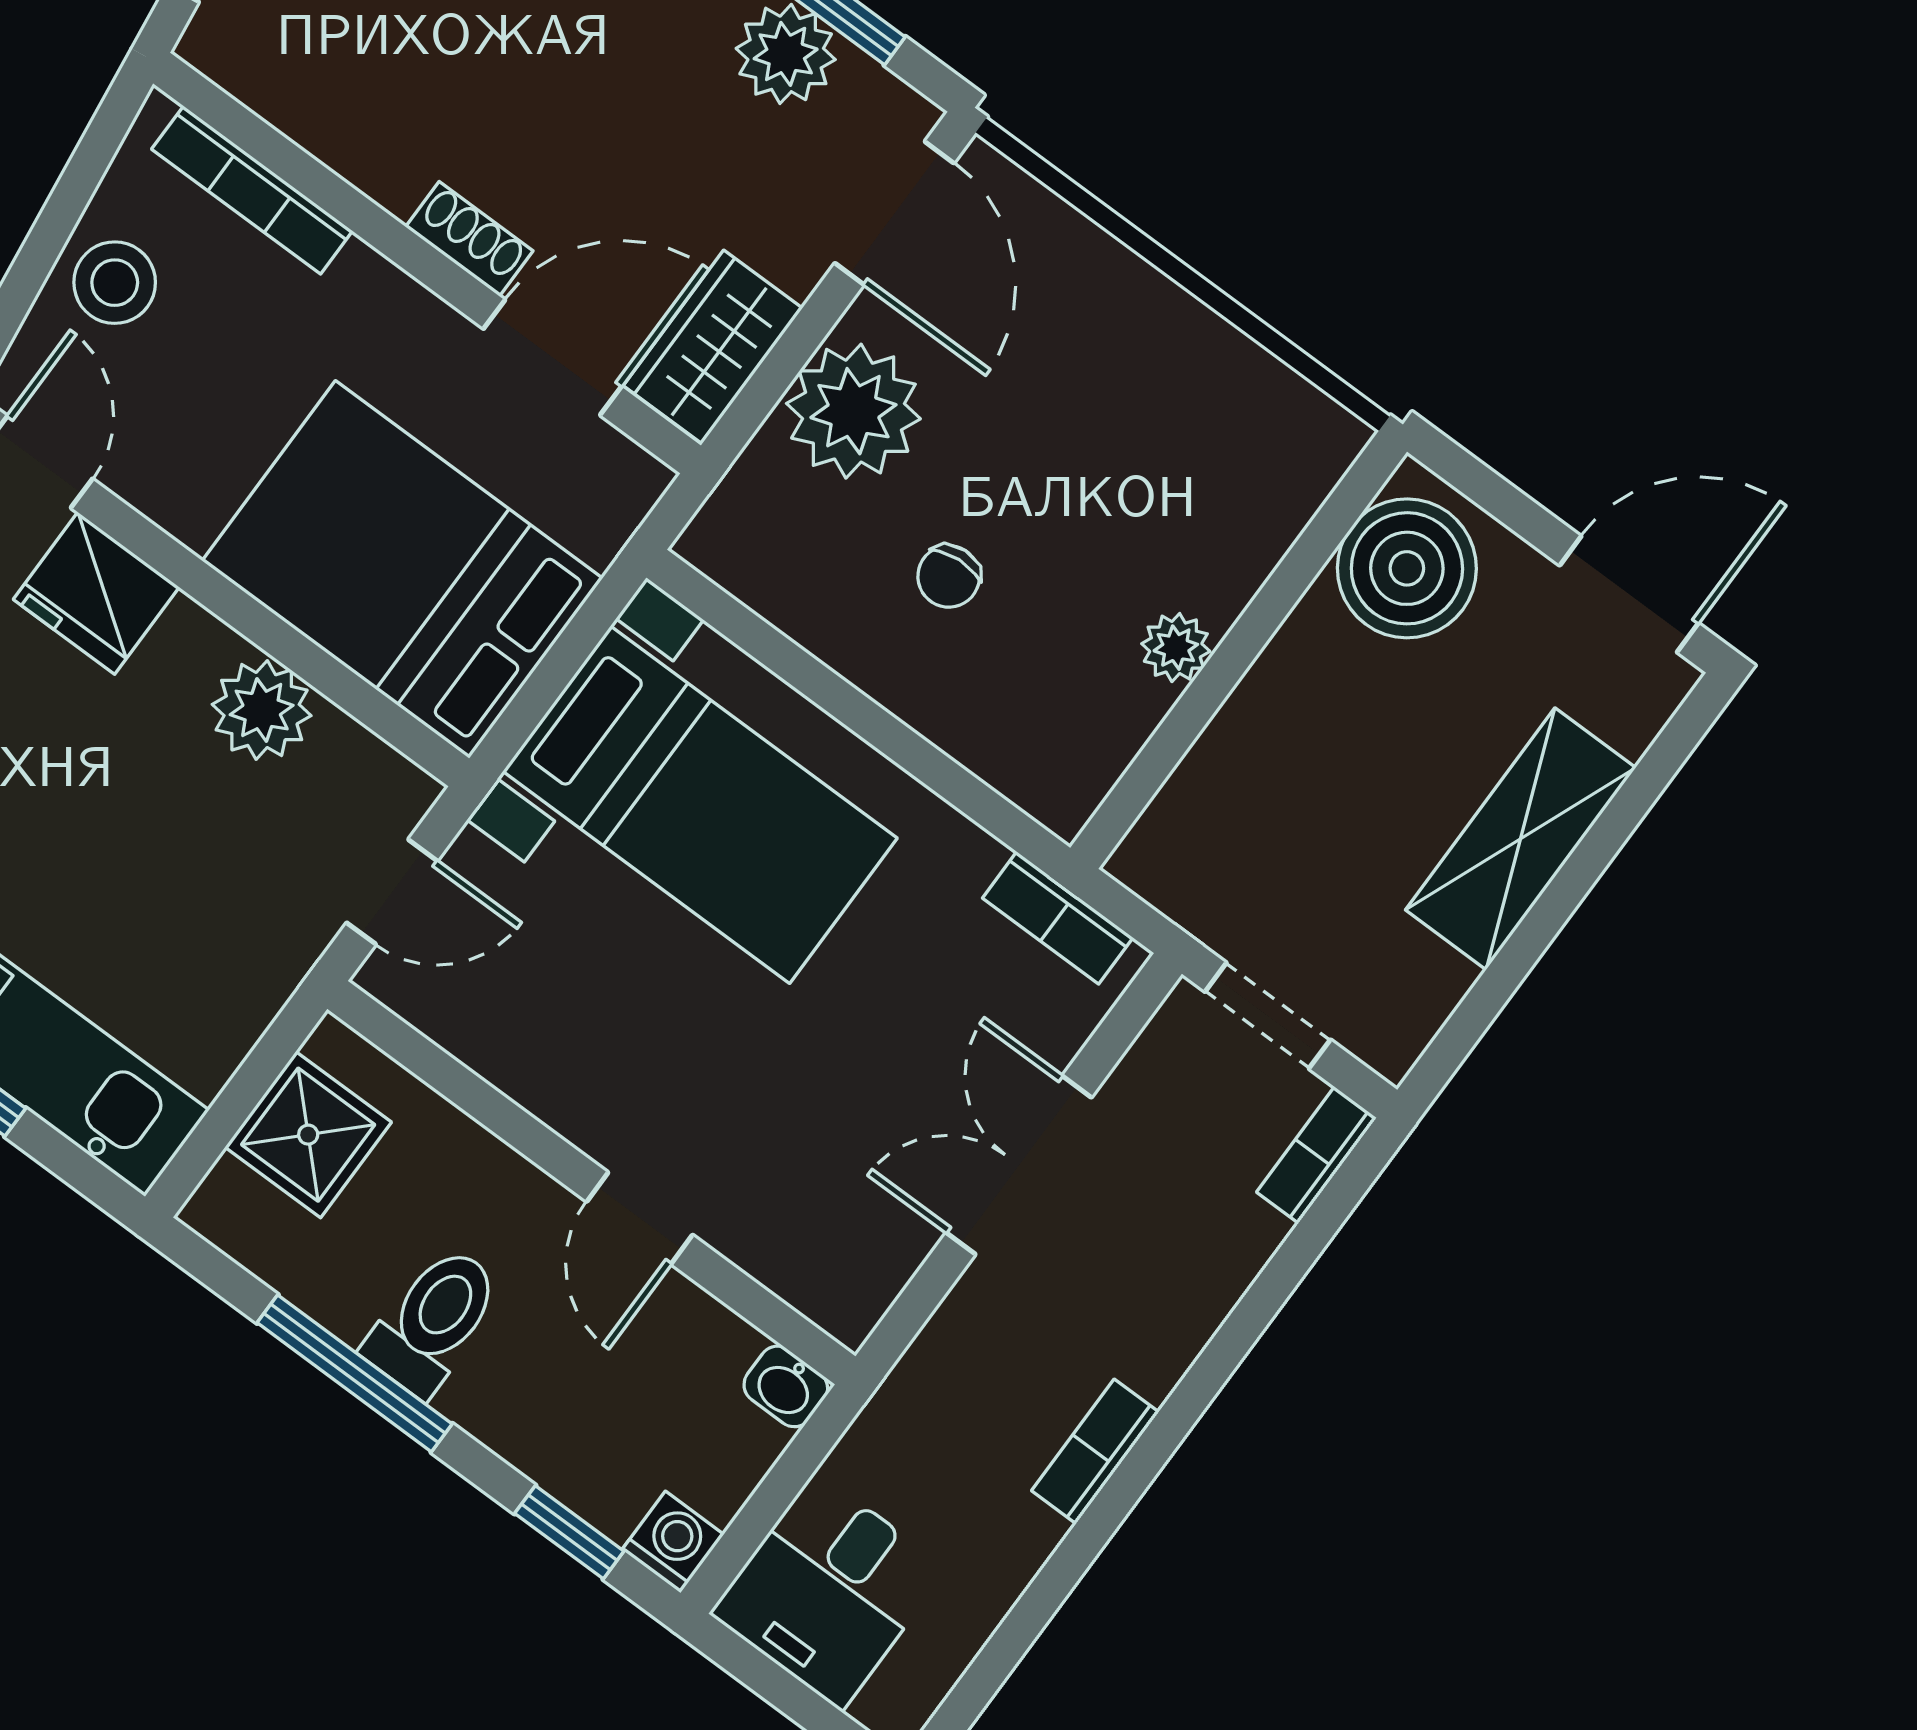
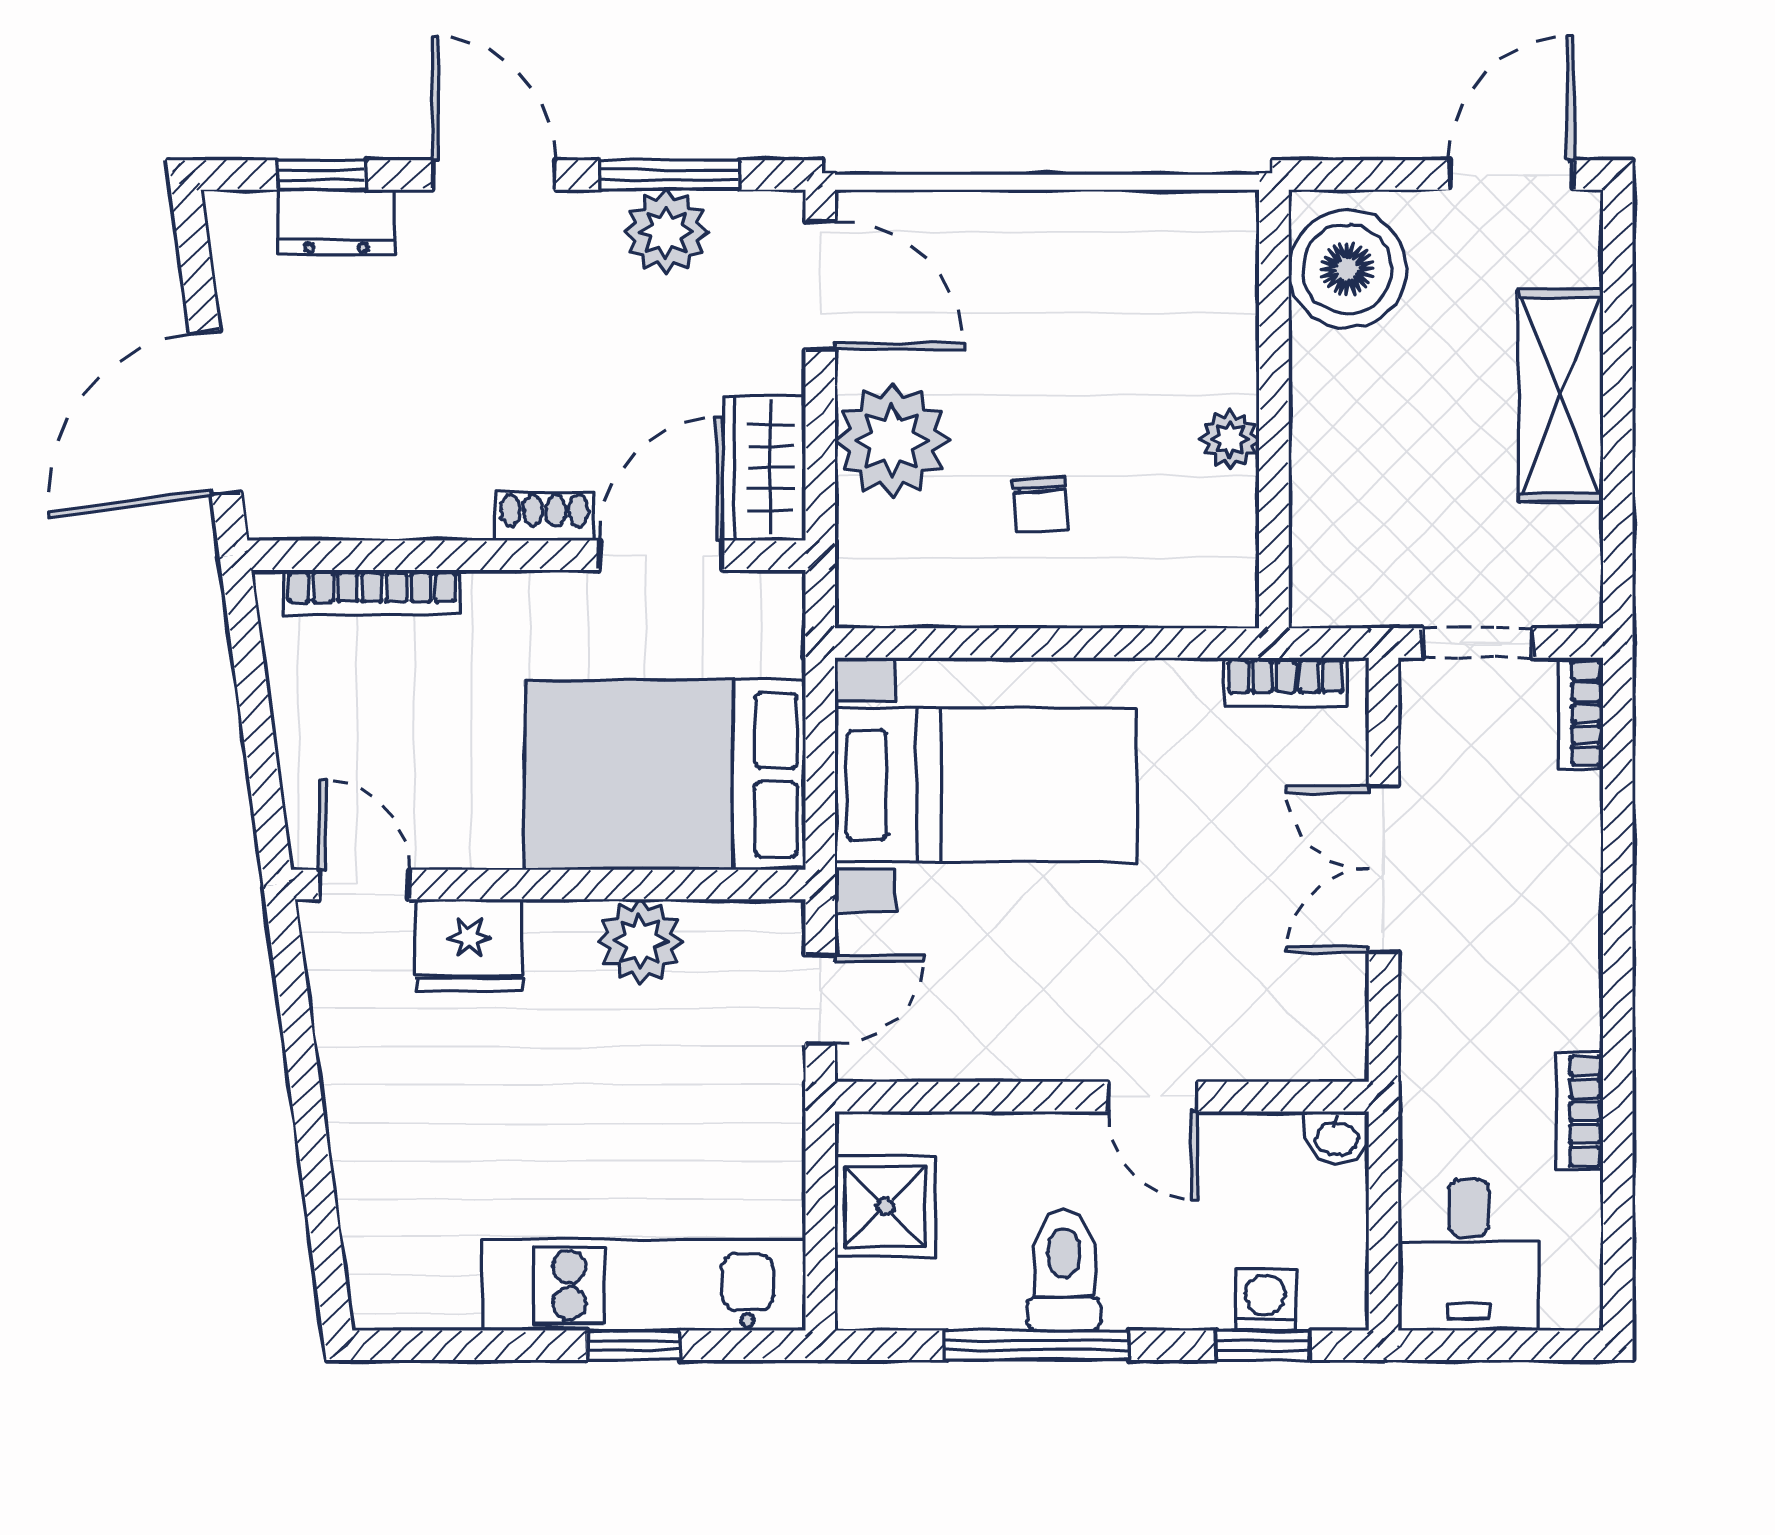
stool: (115, 283) -> (325, 725), removed
bookcase: (1095, 1451) -> (1580, 1111), moved
washing machine: (673, 1542) -> (1265, 1300), moved

